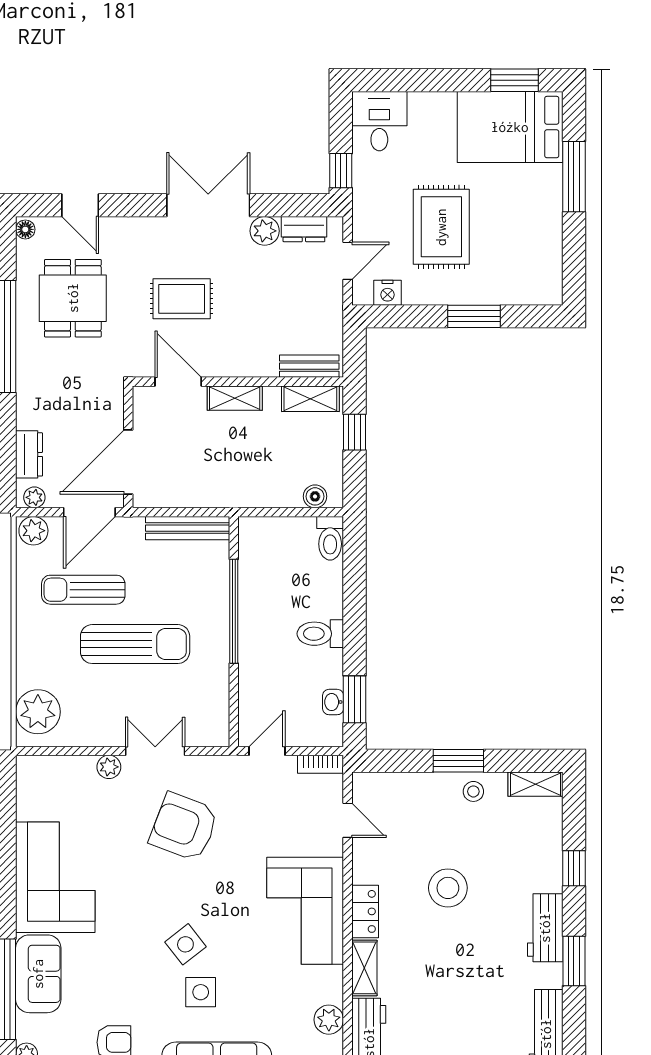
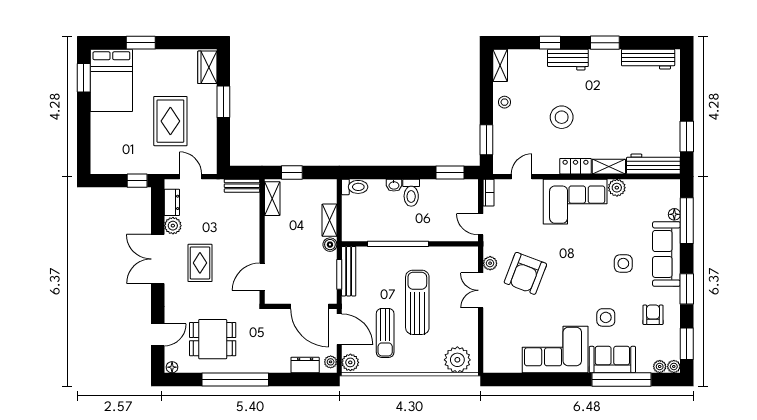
desk: (379, 121) -> (108, 158), removed
window: (574, 177) -> (141, 43), width x0.69
rug: (441, 227) -> (170, 121), turned 90
wardrobe: (532, 289) -> (207, 67), added
nightstand: (388, 293) -> (209, 153), removed
rug: (182, 299) -> (200, 263), moved
bench: (309, 366) -> (242, 186), moved, turned 90
shelving: (235, 398) -> (330, 220), moved
boiler: (315, 496) -> (330, 245), moved
window: (182, 512) -> (339, 274), added
washbasin: (333, 702) -> (394, 185), moved
window: (458, 761) -> (486, 140), moved
plant: (109, 767) -> (490, 263), moved
workbench: (545, 928) -> (568, 60), moved
side table: (185, 944) -> (606, 317), moved, turned 38
plant: (329, 1020) -> (617, 188), moved

